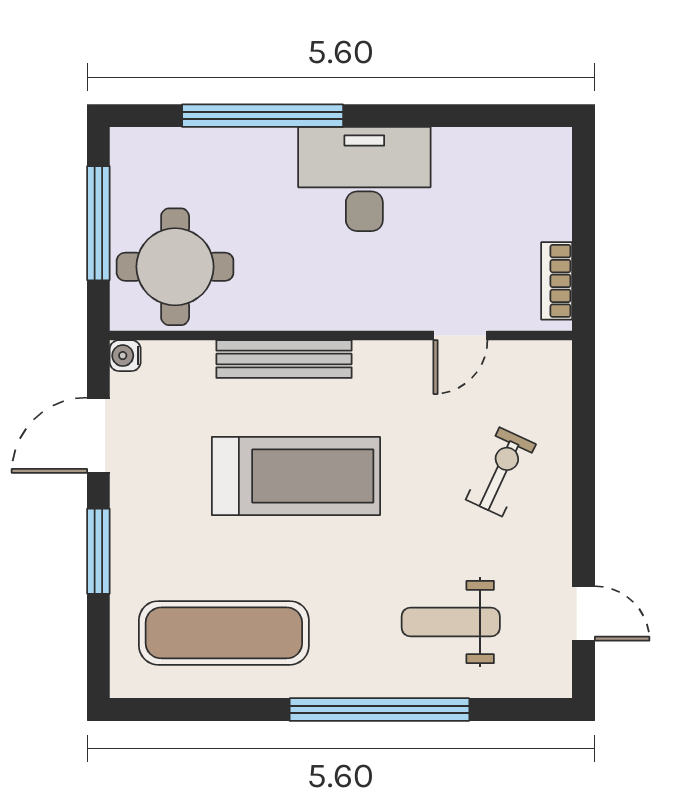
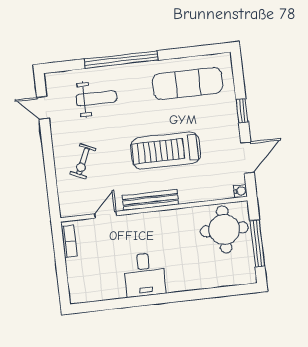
window: (263, 116) -> (196, 295), removed
desk: (364, 179) -> (144, 275), width x0.73
bench: (284, 359) -> (150, 200), moved
window: (98, 551) -> (242, 111), width x0.67

